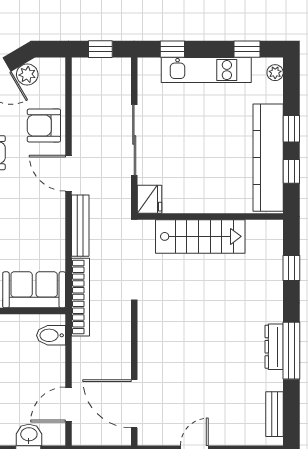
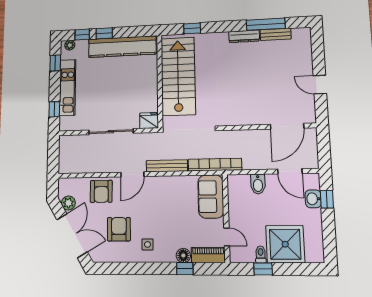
window: (100, 49) -> (53, 155), removed
window: (291, 171) -> (82, 35), moved
stairs: (200, 236) -> (178, 76), width x1.36, depth x1.51
bidet: (51, 335) -> (258, 184), moved
window: (291, 351) -> (266, 24), moved
bench: (275, 414) -> (276, 34), moved

